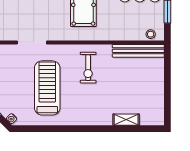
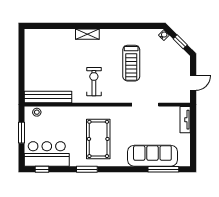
treadmill: (47, 88) -> (131, 63), width x0.73, depth x0.73
shelving: (126, 120) -> (87, 34), moved

